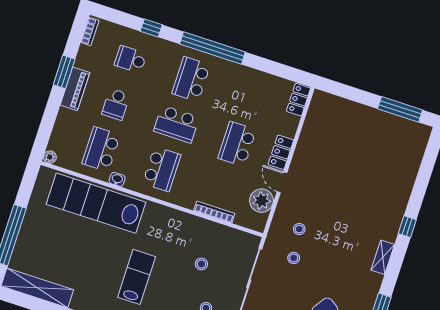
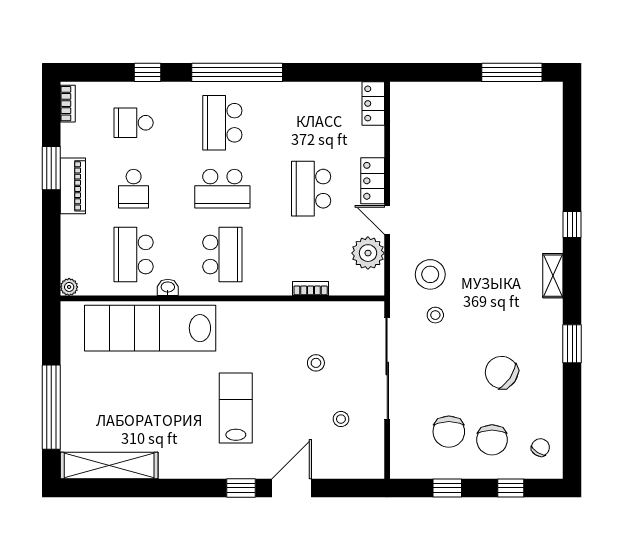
bookcase: (214, 212) -> (311, 289), width x0.64
stool: (299, 229) -> (430, 274), width x1.89, depth x1.89

